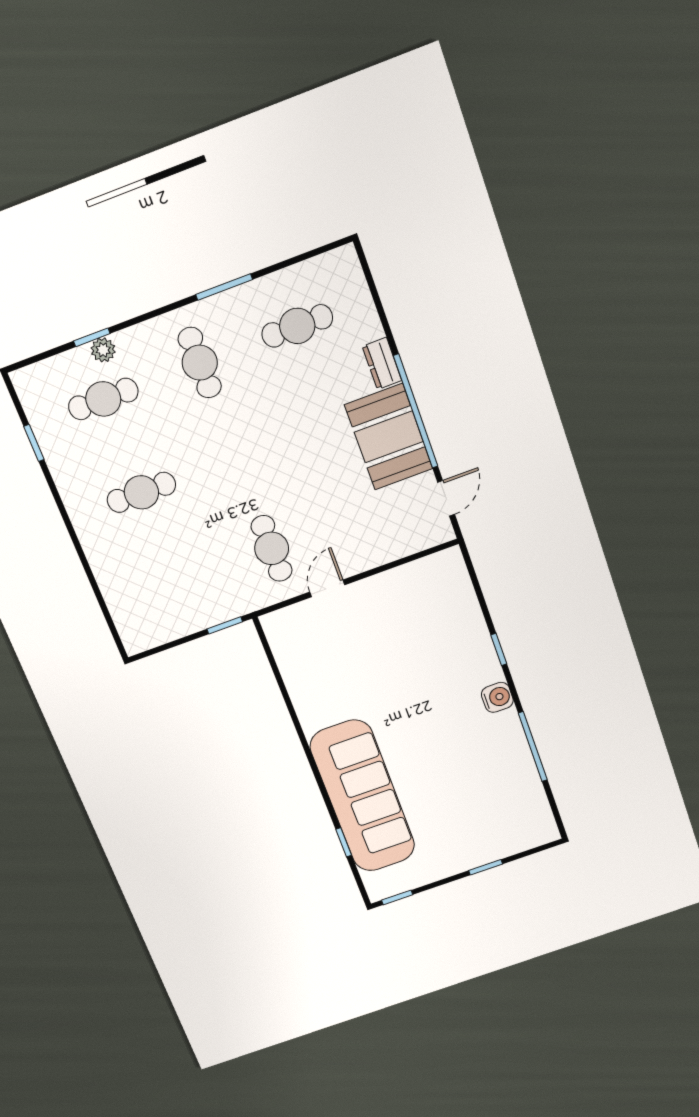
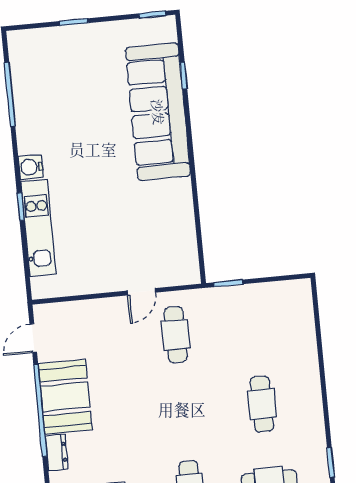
cafe table: (141, 492) -> (262, 404), turned 90
kitchen unit: (471, 630) -> (39, 228), added
window: (533, 747) -> (10, 94), moved

